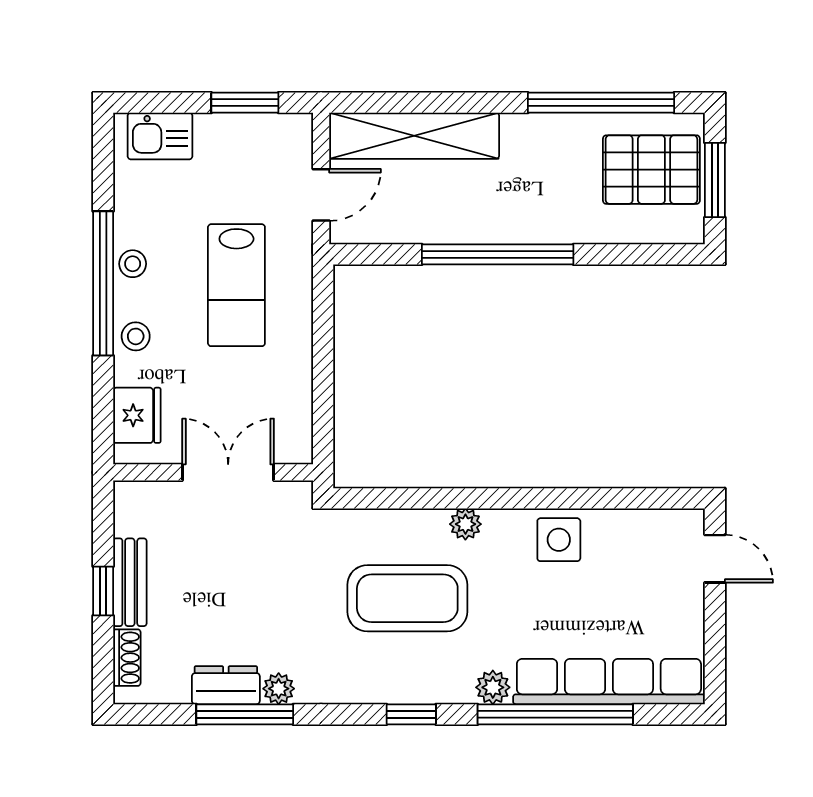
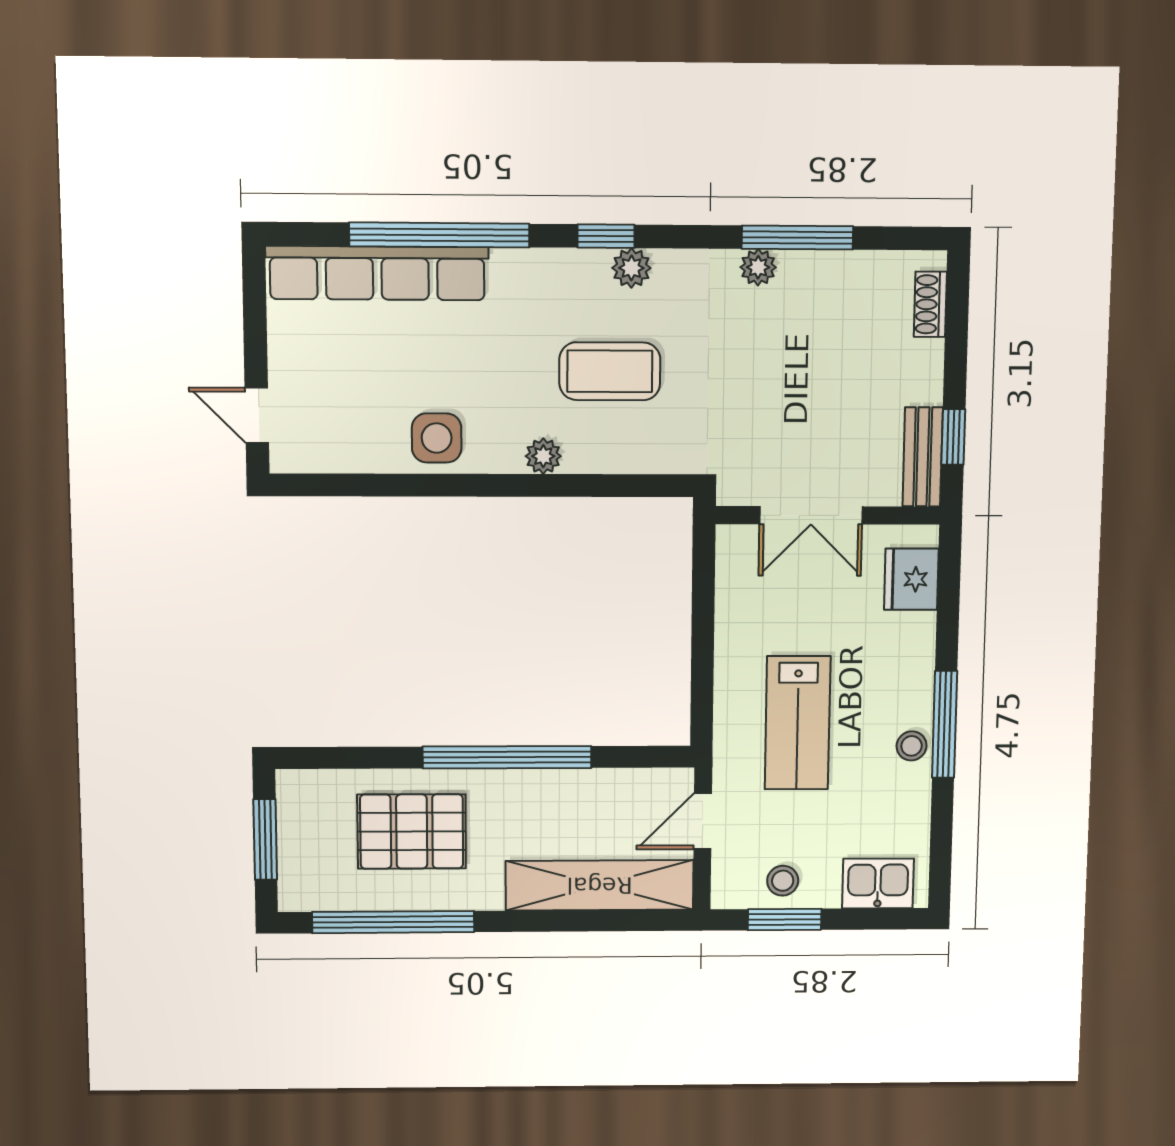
pallet: (651, 170) -> (412, 832), moved
window: (103, 283) -> (945, 724), width x0.68
lab bench: (236, 285) -> (798, 723), turned 180
stool: (136, 336) -> (783, 881), moved
bench: (130, 582) -> (923, 457), moved
window: (103, 591) -> (953, 437), moved
coffee table: (407, 598) -> (610, 371), width x0.73, depth x0.76
dresser: (226, 685) -> (818, 272), removed
plant: (493, 687) -> (631, 268), moved

